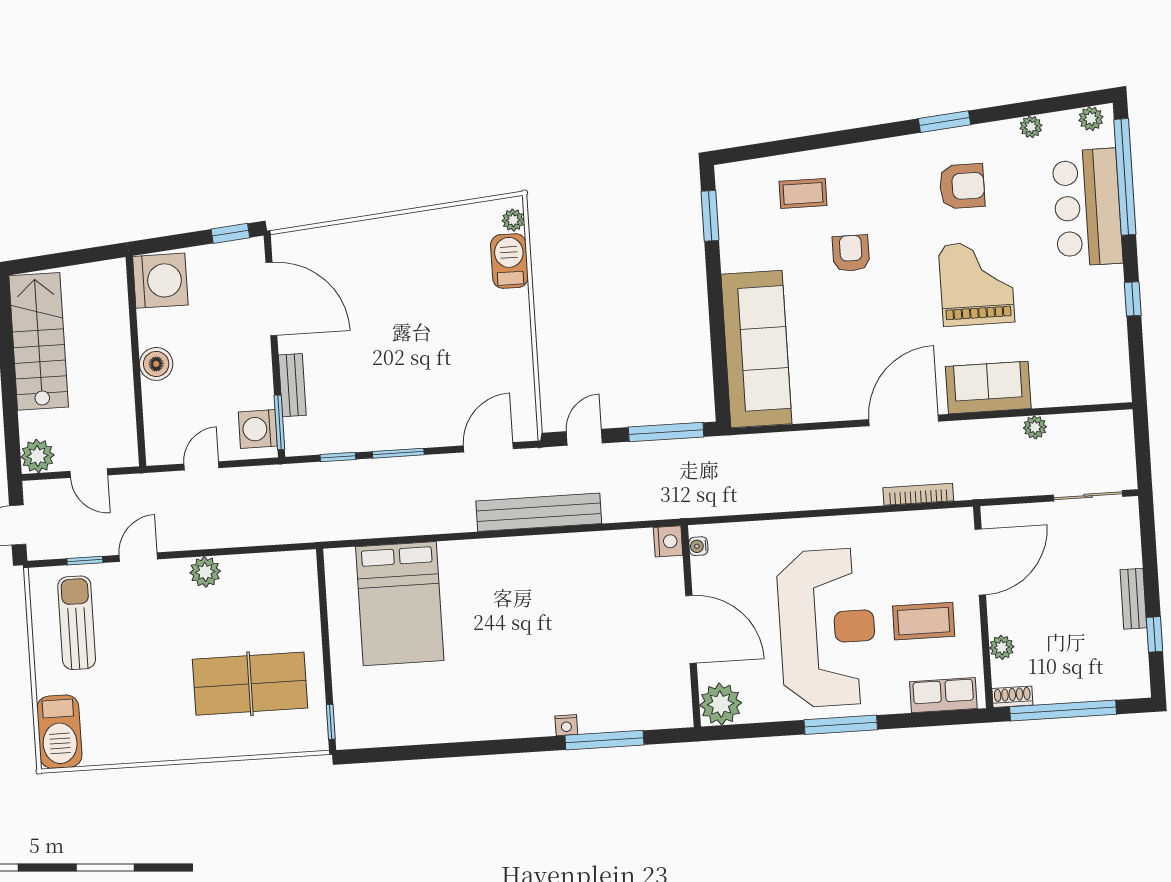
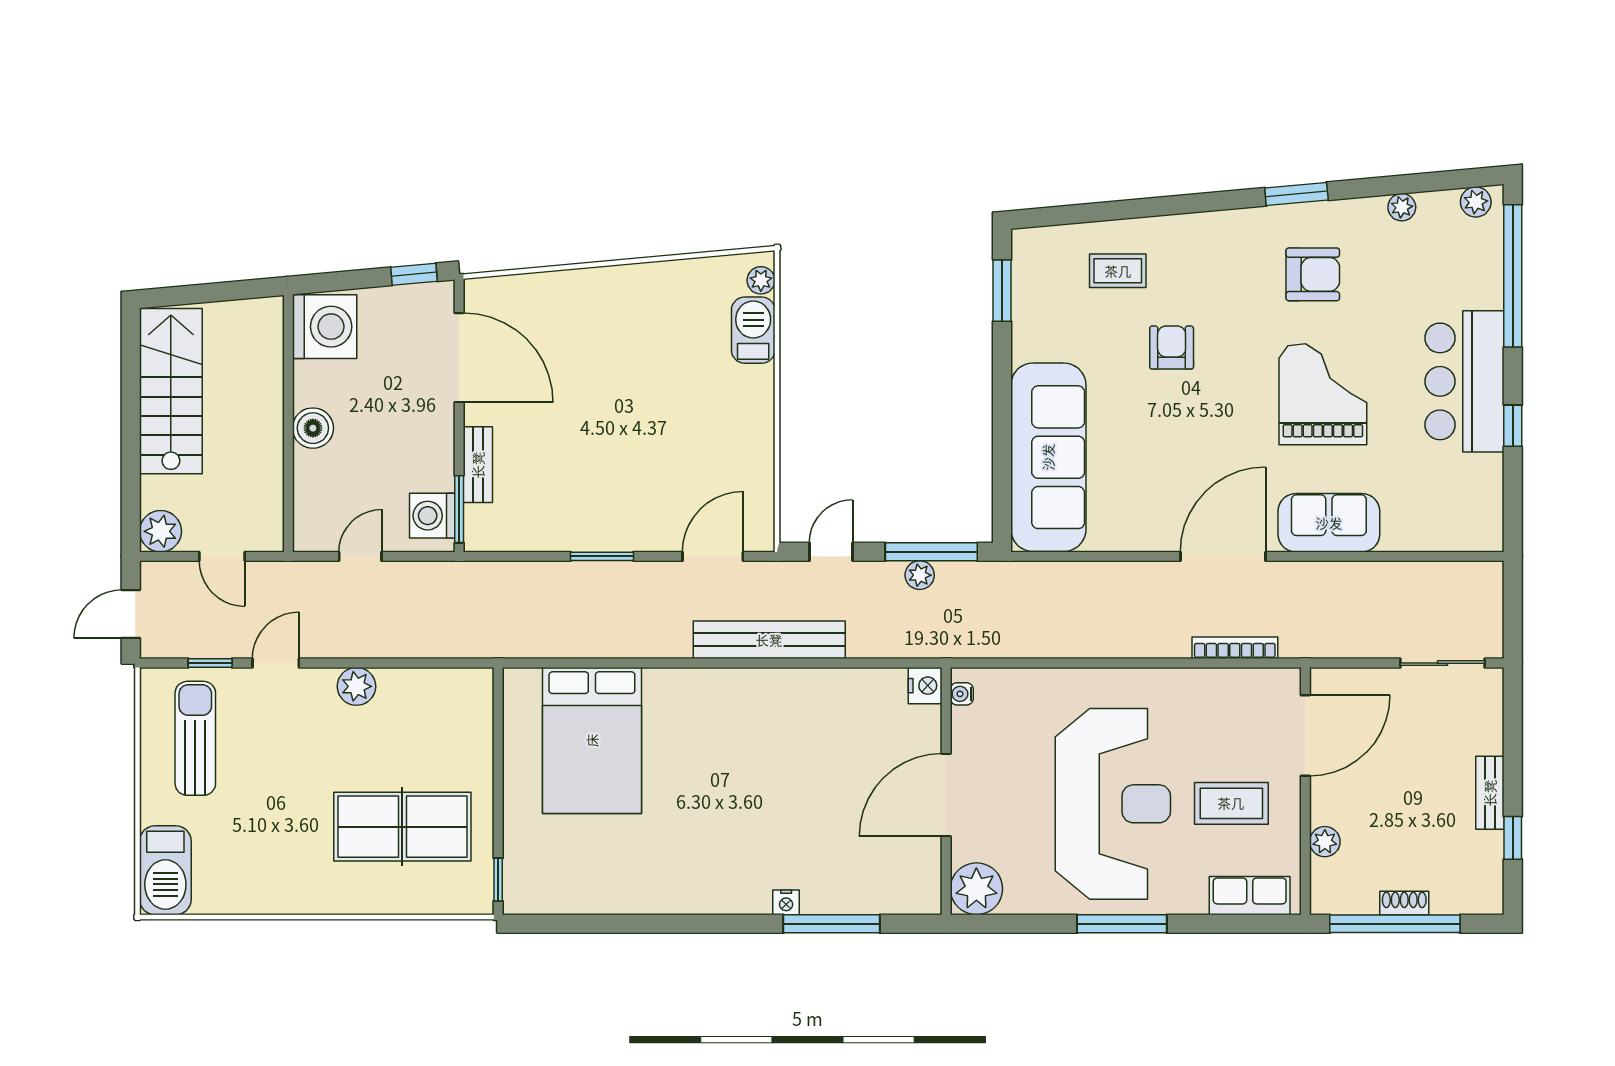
bar counter: (1087, 207) -> (1464, 381), moved
plant: (1035, 427) -> (920, 575), moved
window: (338, 457) -> (528, 556), removed
door: (691, 629) -> (946, 795), swing flipped
shoe rack: (1012, 697) -> (1404, 903), moved

